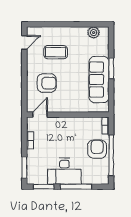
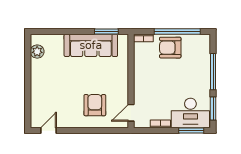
door: (24, 42) -> (49, 131), hinge flipped
coffee table: (56, 52) -> (60, 95), removed
window: (111, 68) -> (106, 31), moved
door: (40, 115) -> (131, 113), hinge flipped
desk: (64, 171) -> (190, 113), moved, turned 90

